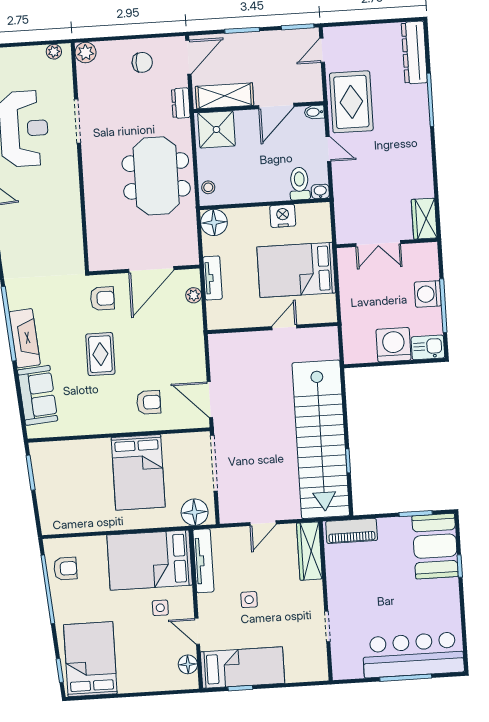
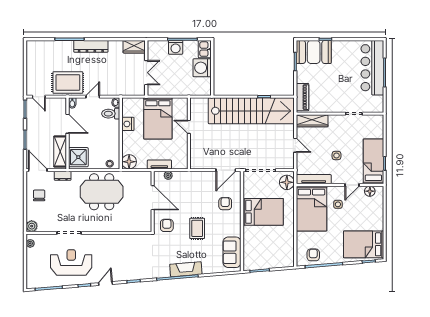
dresser: (414, 53) -> (91, 46), moved
rug: (100, 354) -> (197, 228), turned 90
sofa: (38, 395) -> (232, 252), moved, turned -85

